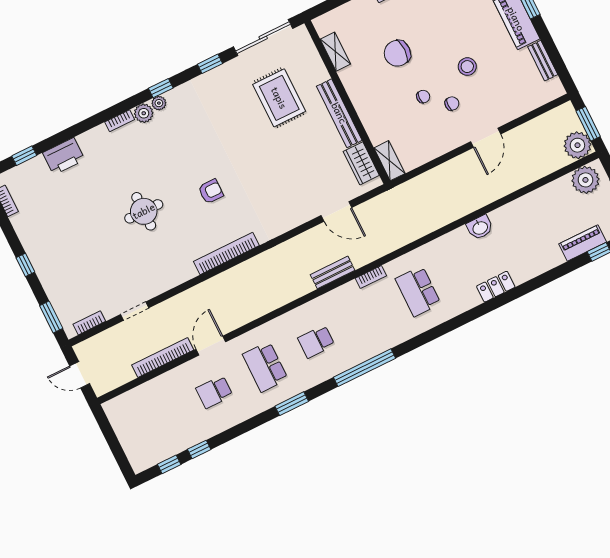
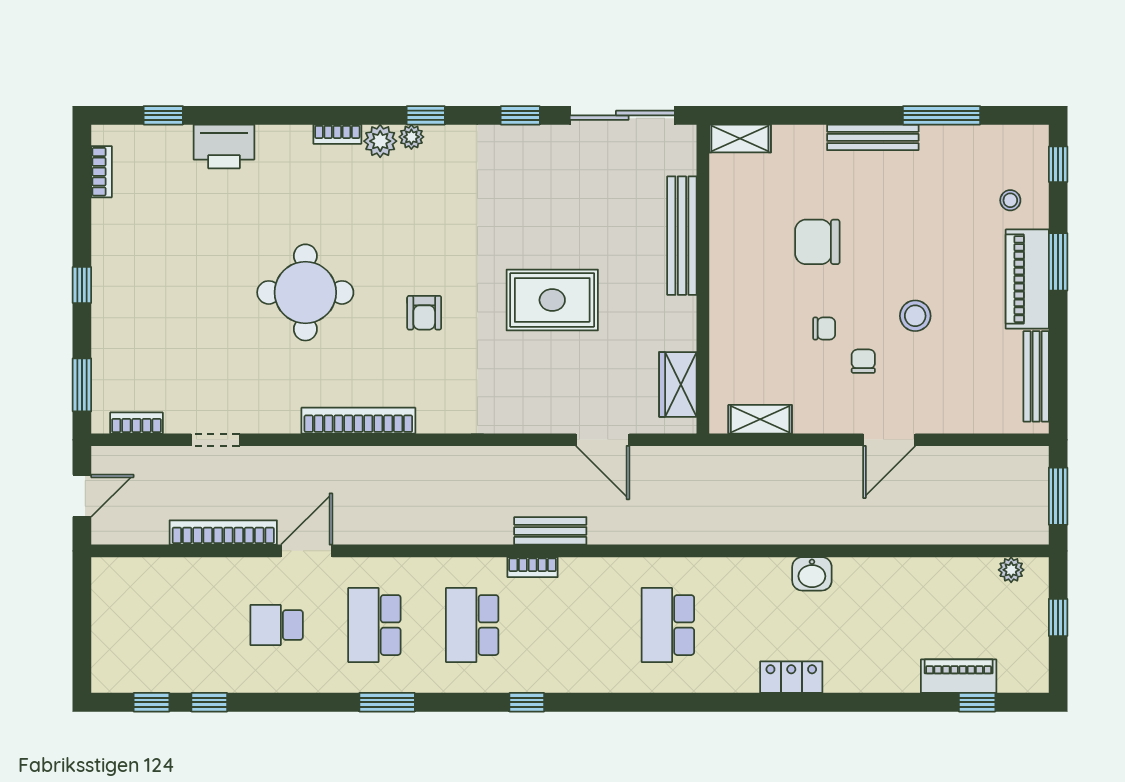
shelving: (335, 52) -> (740, 139), moved, turned 90
bench: (543, 61) -> (1036, 376), width x1.36
rug: (279, 98) -> (552, 300), moved, turned 90
chair: (452, 104) -> (863, 361), turned -90
bench: (339, 113) -> (682, 236), moved
plant: (577, 145) -> (1025, 521), removed
shelving: (389, 161) -> (760, 419), moved, turned 90
plant: (585, 180) -> (1011, 570), width x0.53, depth x0.53
armchair: (211, 191) -> (424, 313), turned 90
round table: (144, 211) -> (305, 292), width x1.36, depth x1.36
bookcase: (226, 254) -> (358, 421), moved
bookcase: (371, 277) -> (533, 567), moved
school desk: (316, 342) -> (472, 625), width x1.85
window: (364, 368) -> (527, 702), width x0.32
door: (80, 375) -> (82, 496), swing flipped

